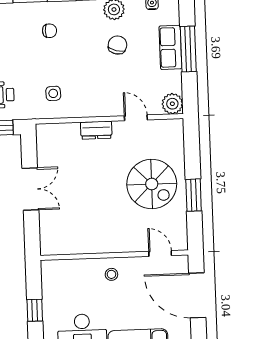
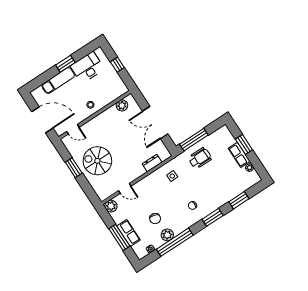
dresser: (96, 130) -> (152, 163), moved
double door: (30, 189) -> (155, 123), width x1.37
plant: (65, 245) -> (122, 105), added

